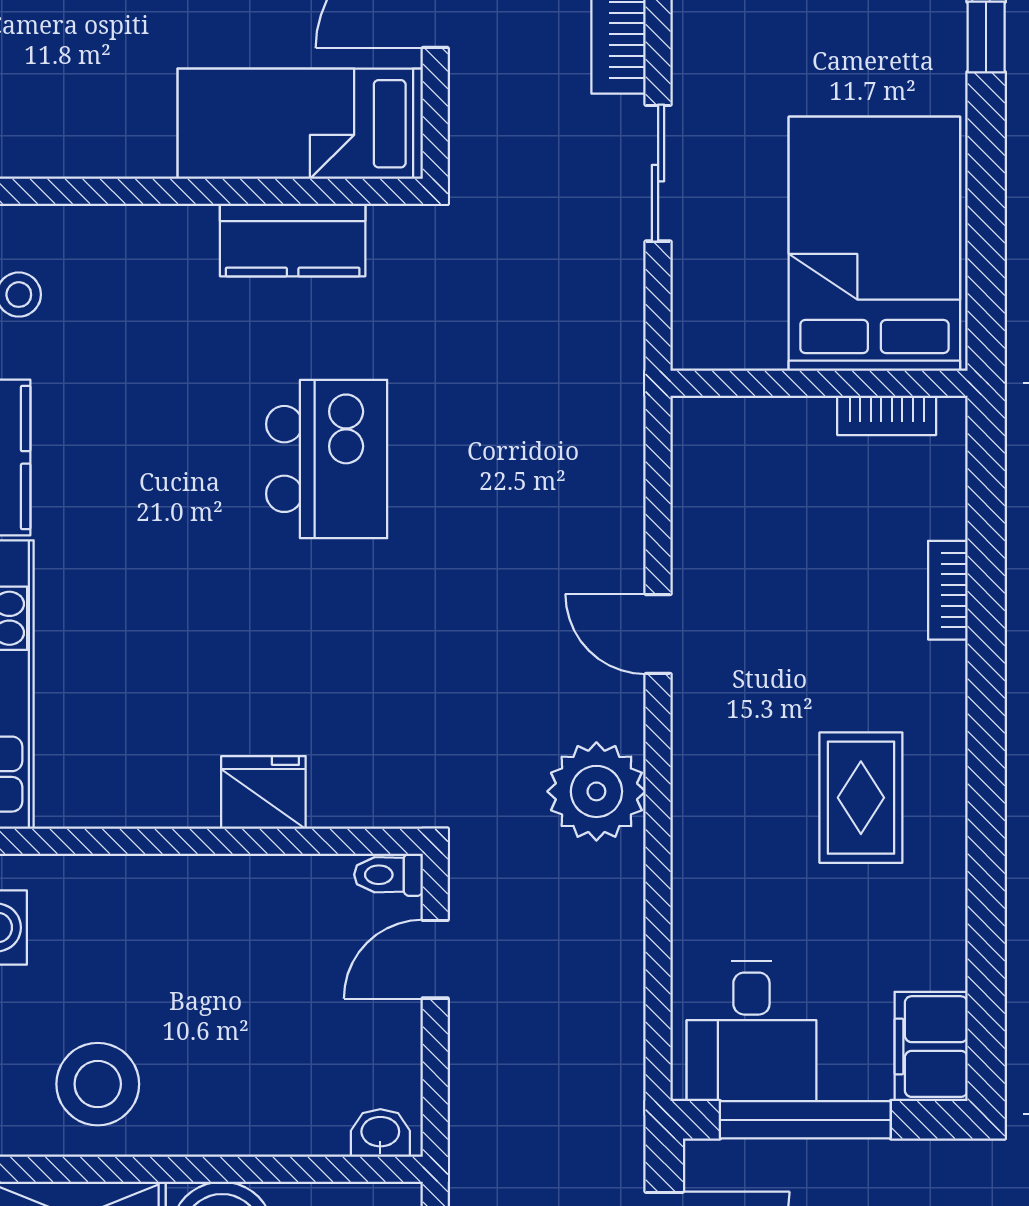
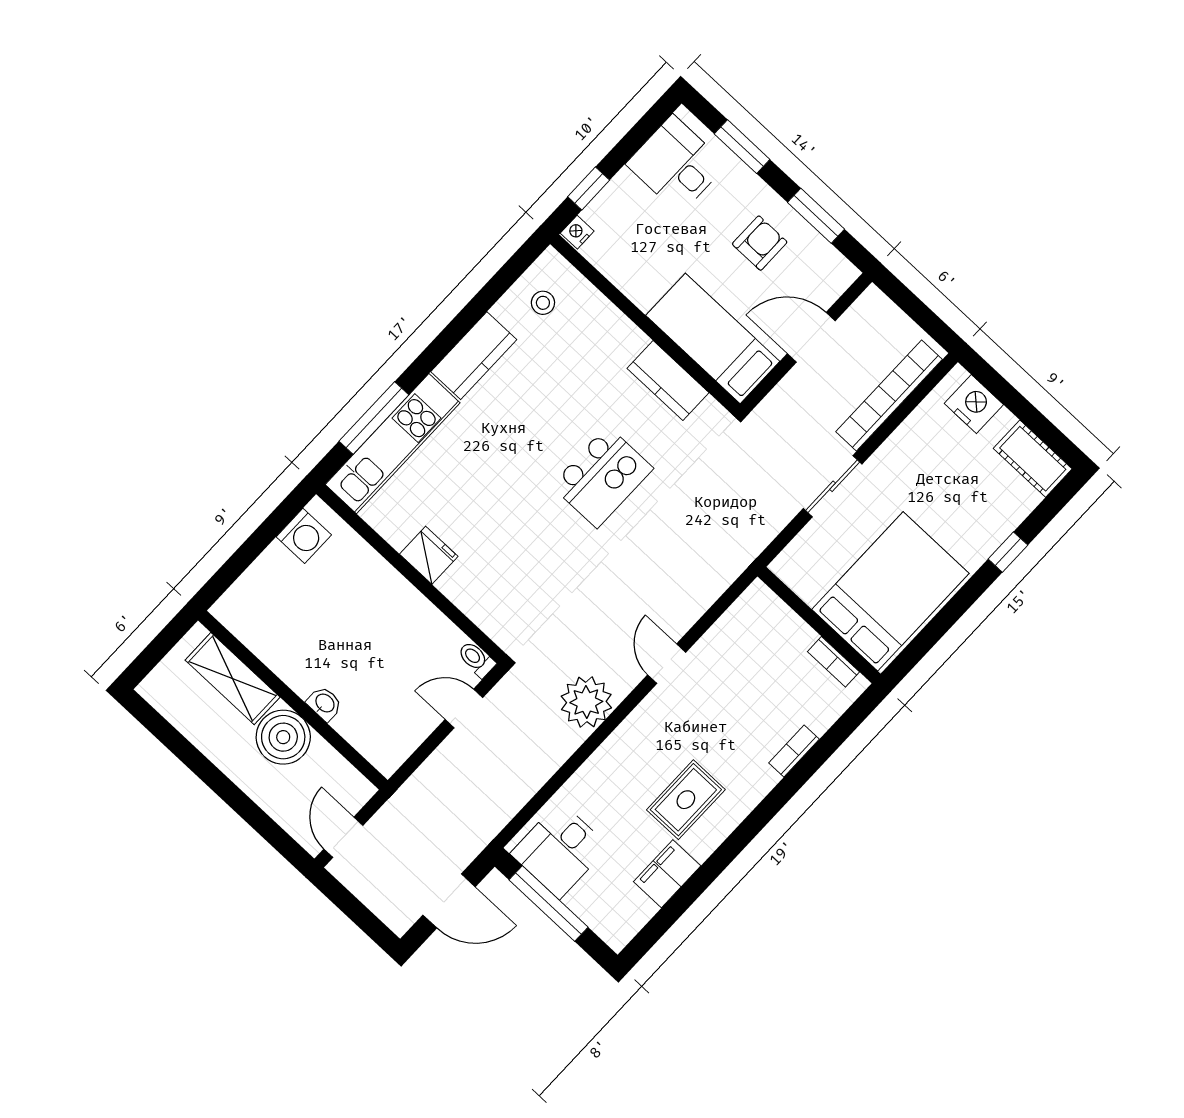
fridge: (263, 792) -> (429, 555), moved
filing cabinet: (931, 1047) -> (667, 874), moved
stool: (98, 1084) -> (289, 635), removed
washbasin: (380, 1133) -> (324, 704), moved

